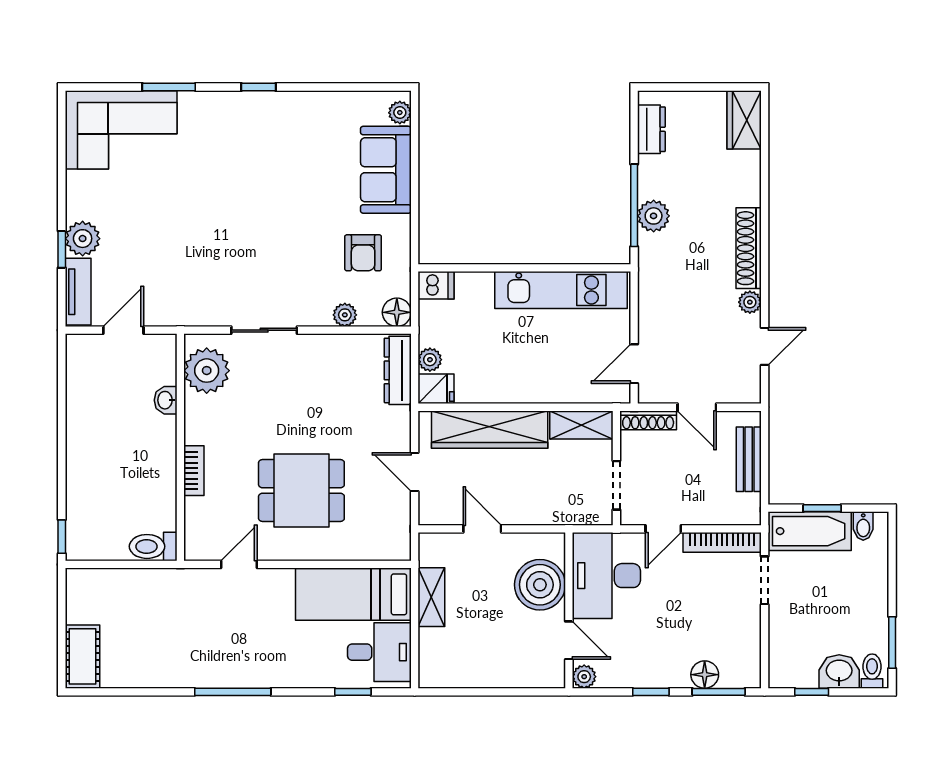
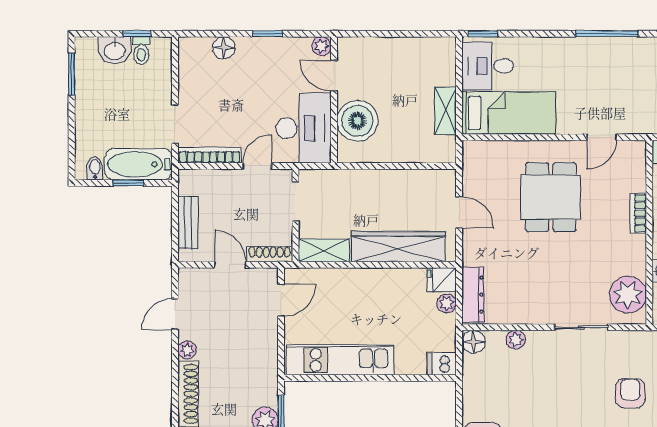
armchair: (363, 253) -> (630, 393), moved
dining table: (301, 491) -> (551, 197), turned 90
door: (482, 529) -> (404, 166), removed
toilet: (872, 671) -> (141, 51), moved
window: (353, 692) -> (483, 34), moved
window: (719, 692) -> (212, 34), removed

